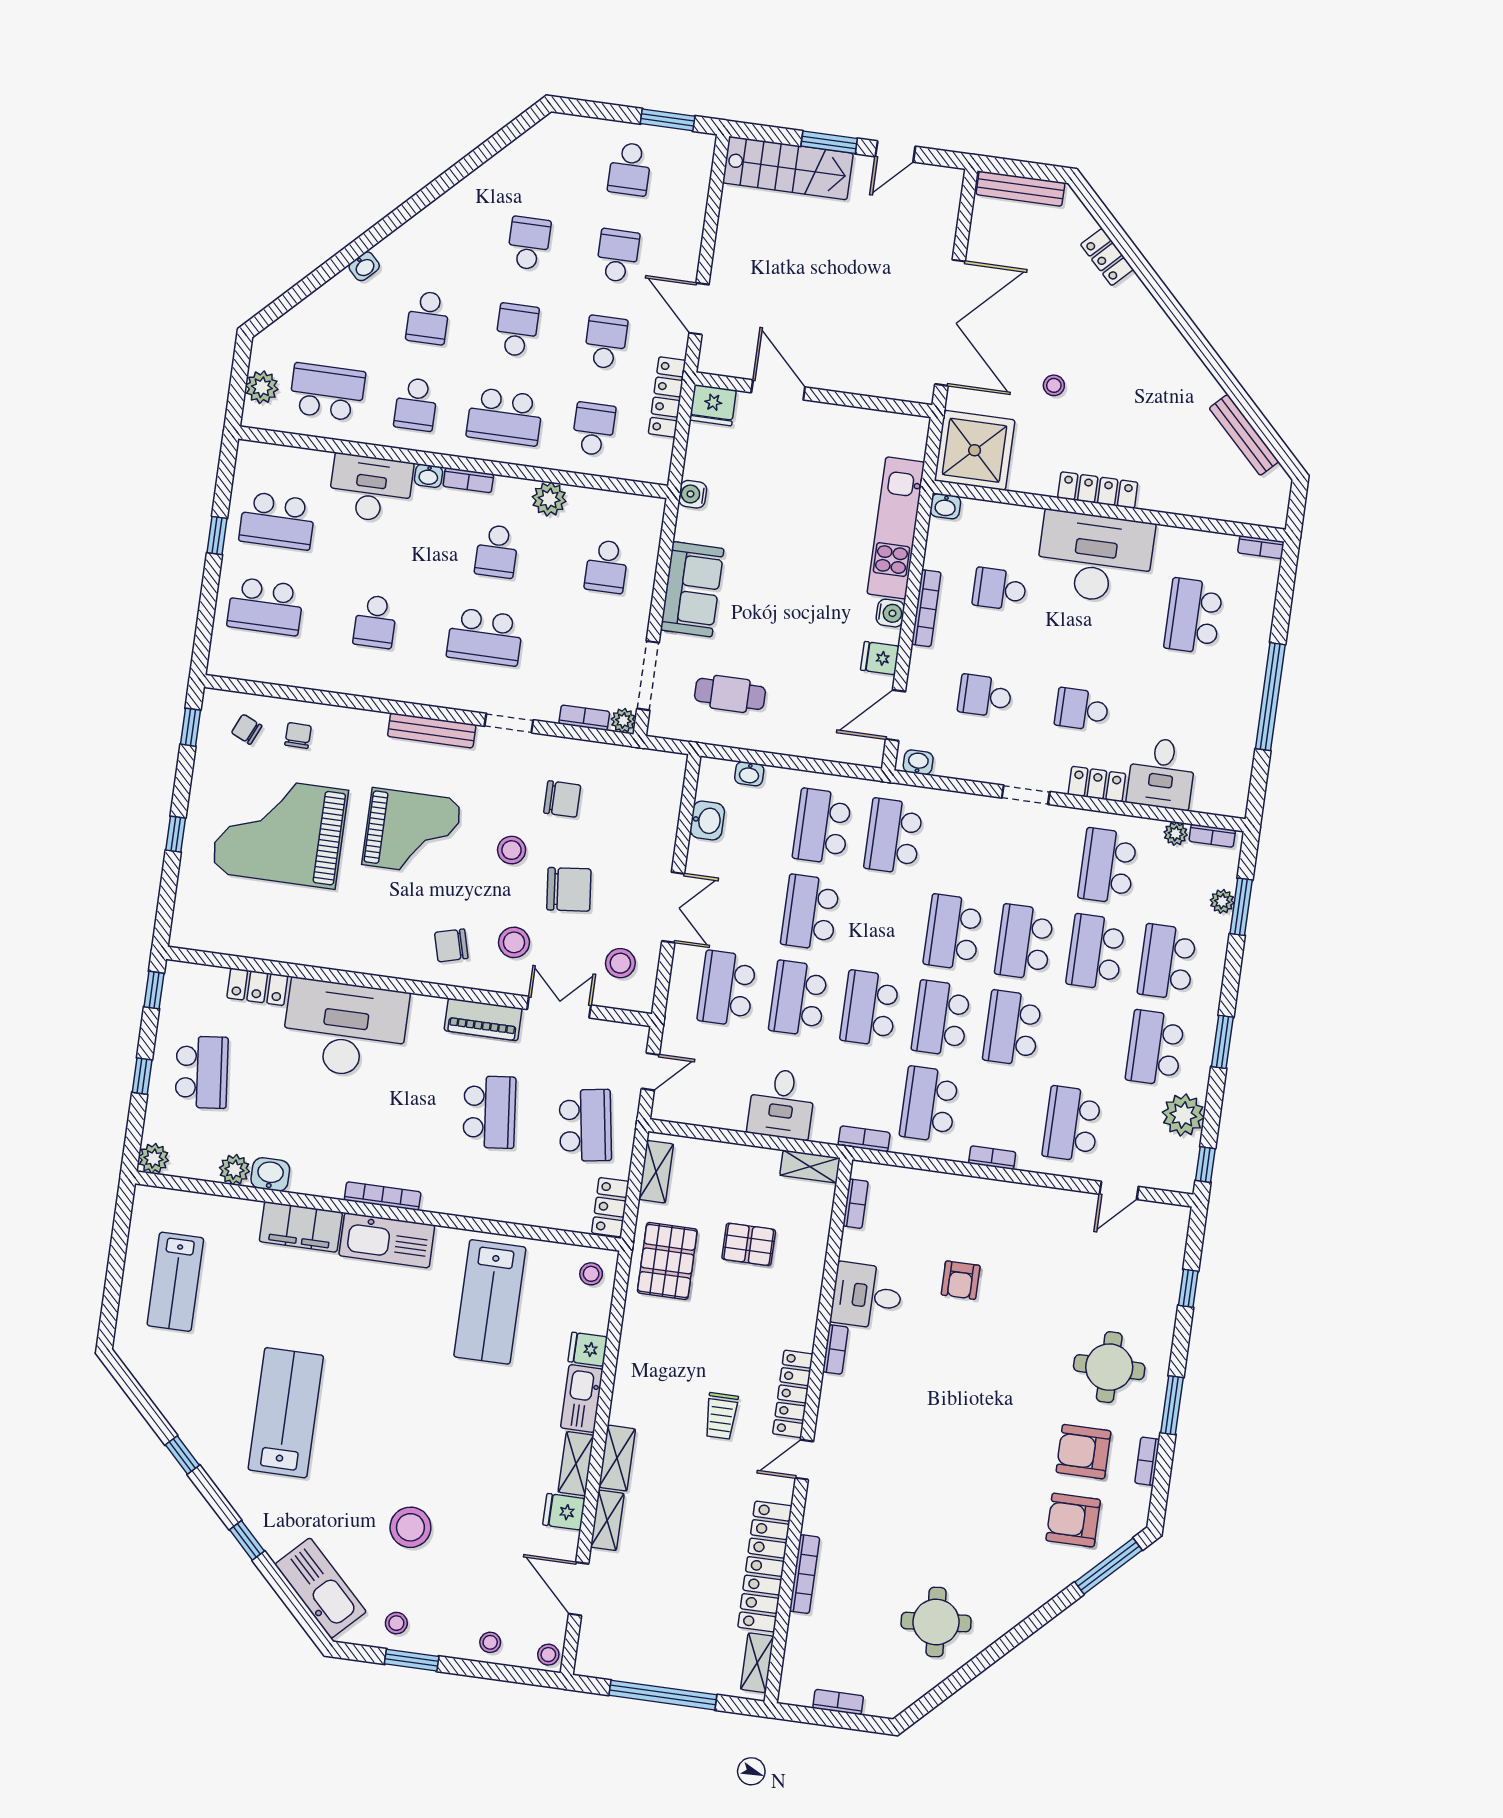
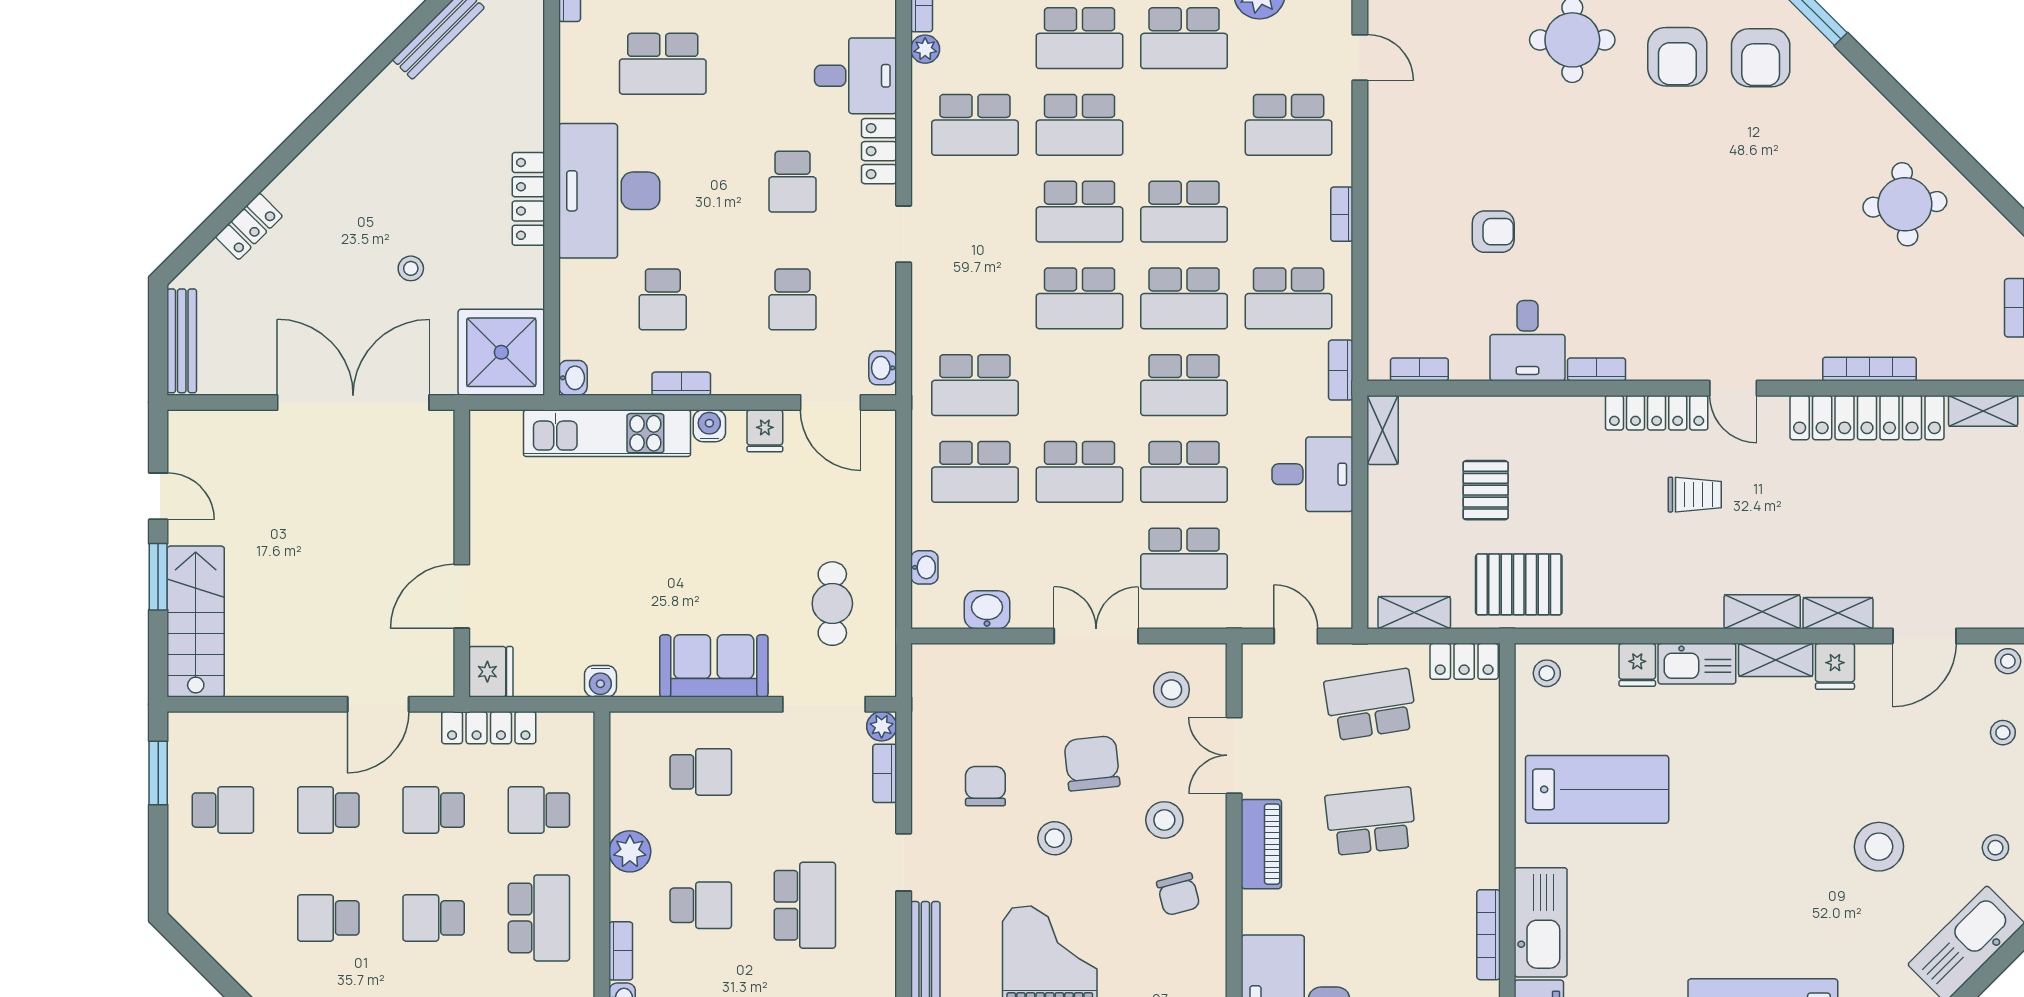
bookcase: (926, 608) -> (681, 384), width x0.64

